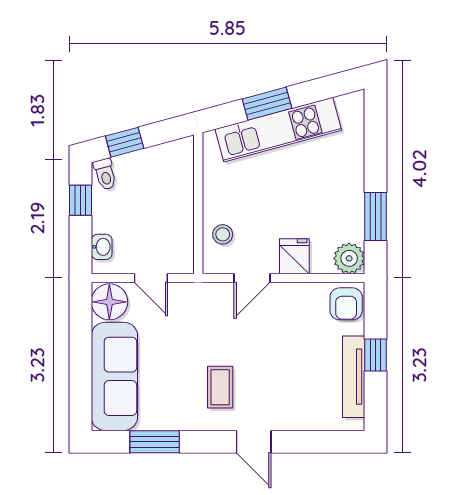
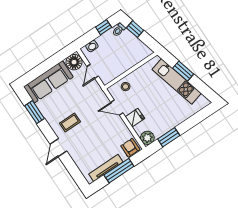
armchair: (346, 304) -> (130, 148), turned 90
window: (376, 355) -> (119, 171), width x2.17

